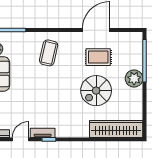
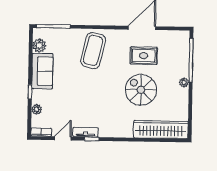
coffee table: (49, 53) -> (93, 51), width x1.36, depth x1.32
plant: (134, 78) -> (184, 82), width x0.53, depth x0.53
spiral stairs: (96, 91) -> (141, 90), turned 90

